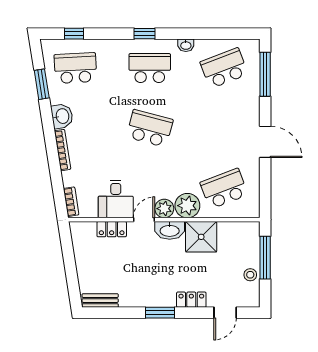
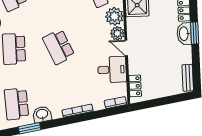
washbasin: (62, 116) -> (42, 114), moved
school desk: (150, 128) -> (59, 47), turned -39
locker: (112, 229) -> (135, 86), moved
washbasin: (170, 230) -> (184, 34), moved, turned 180

